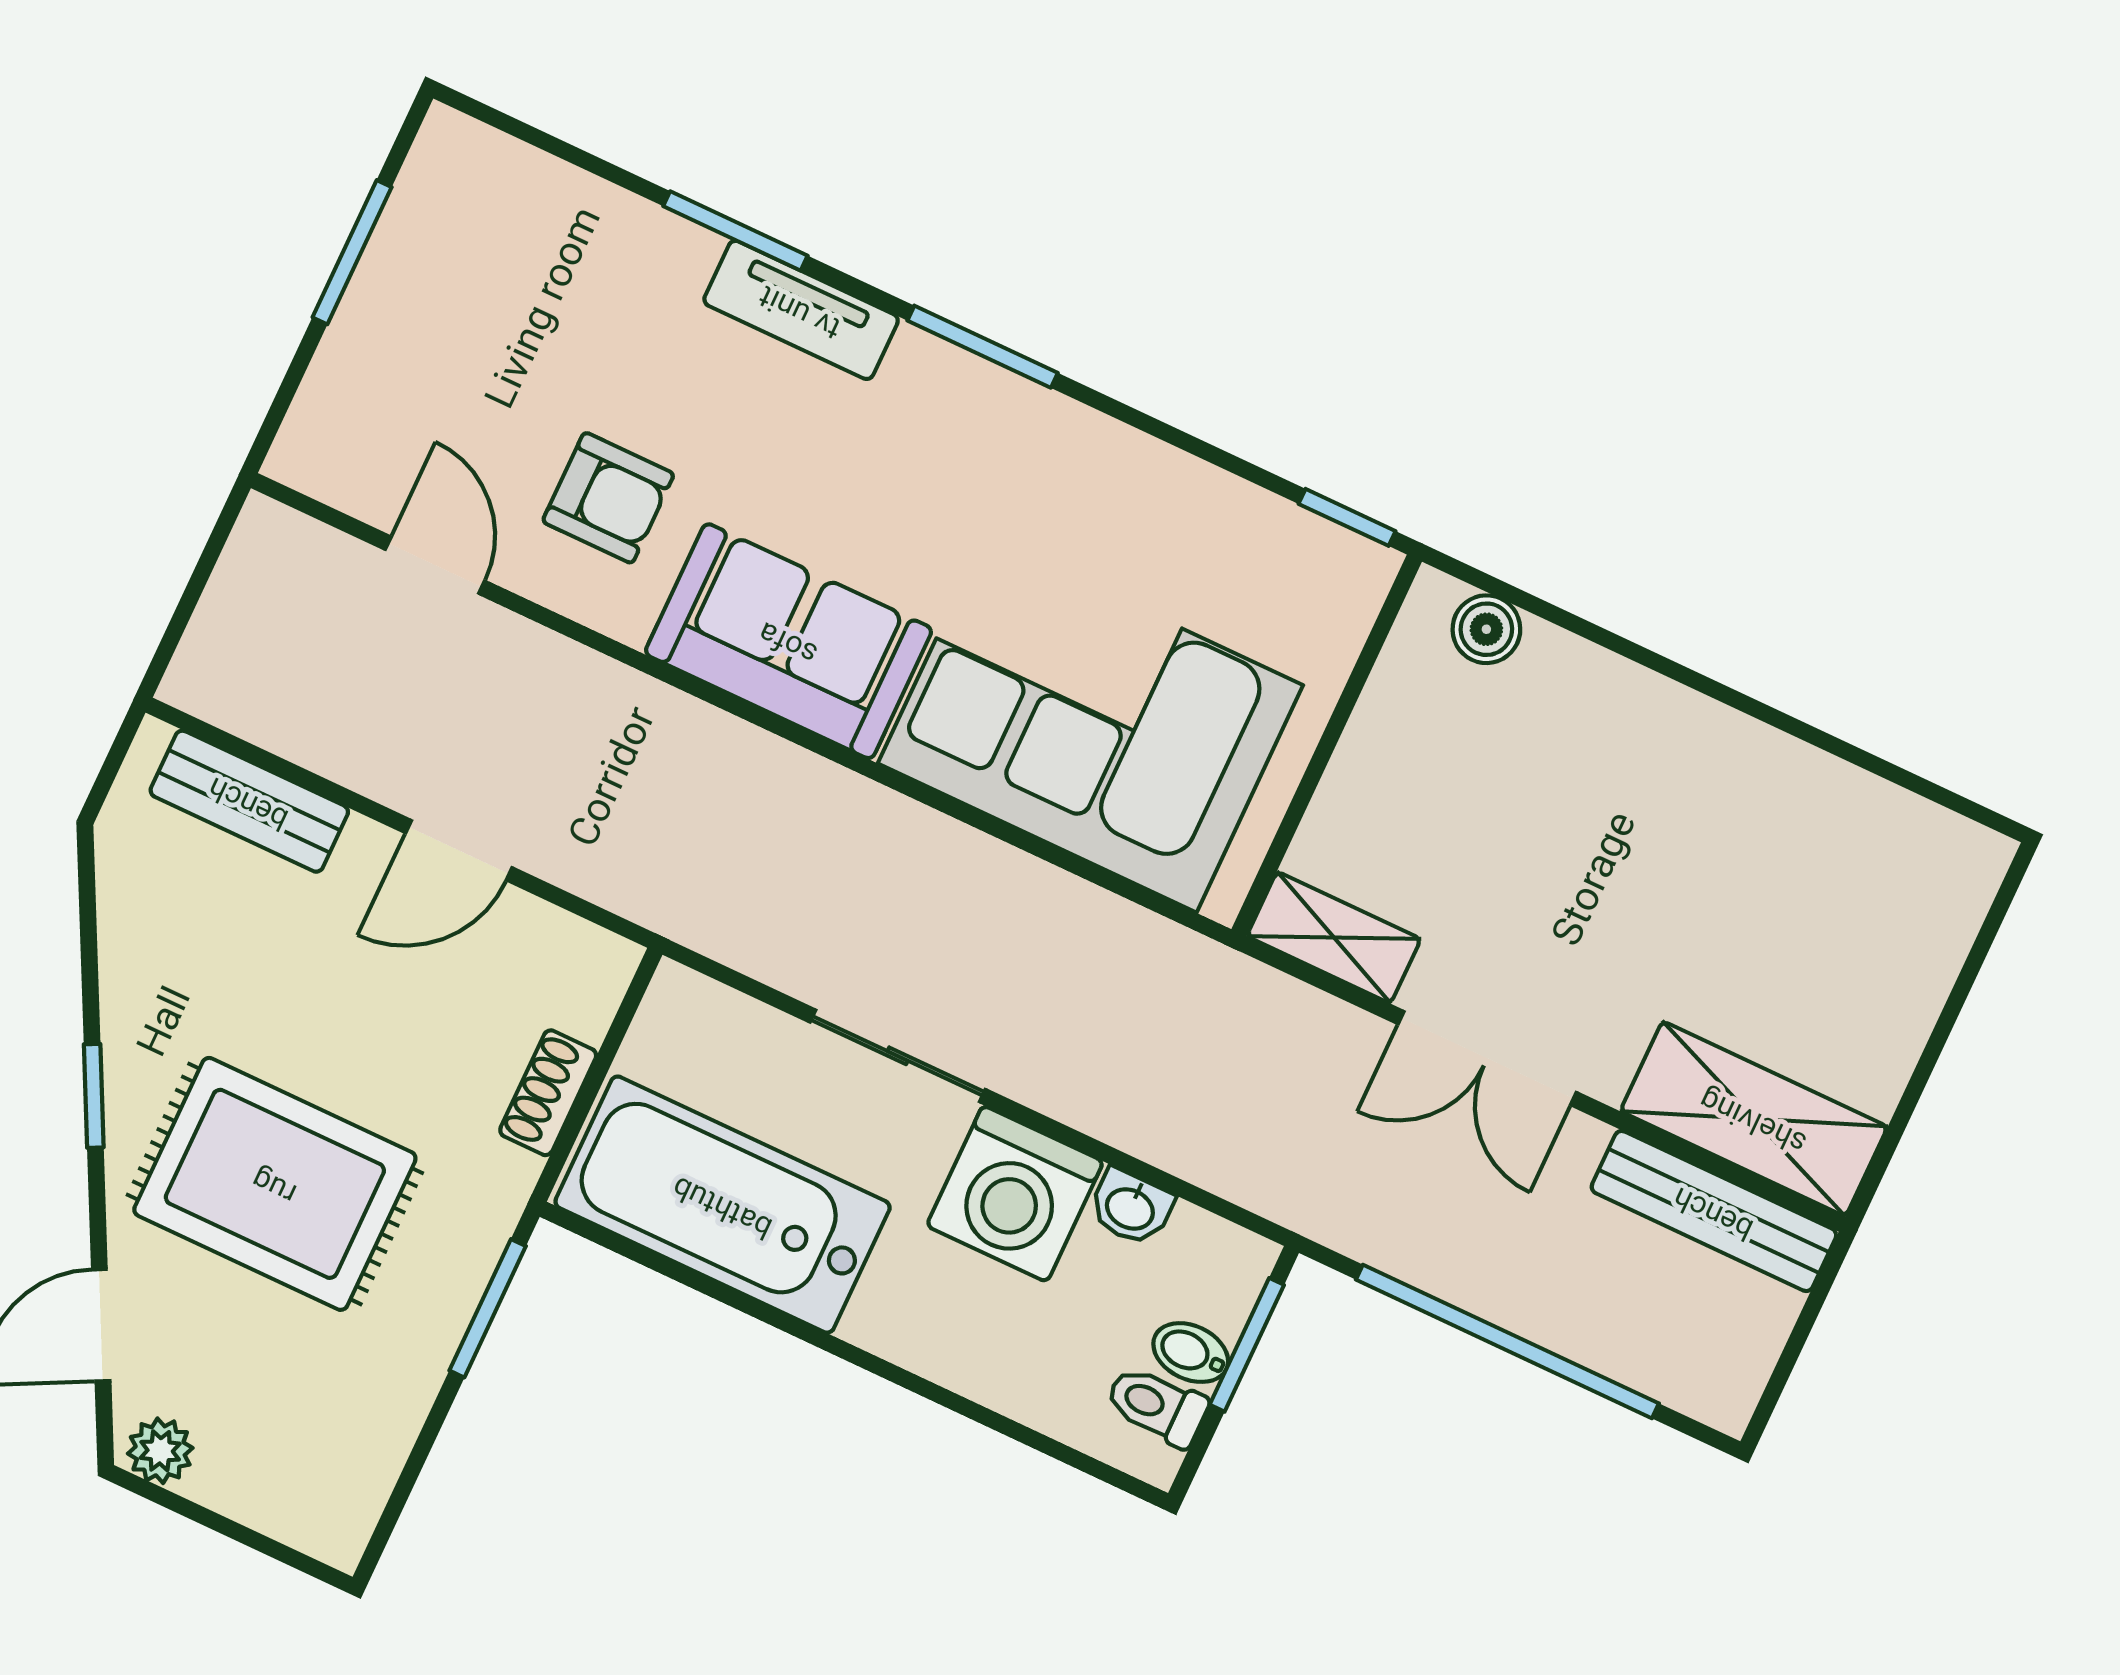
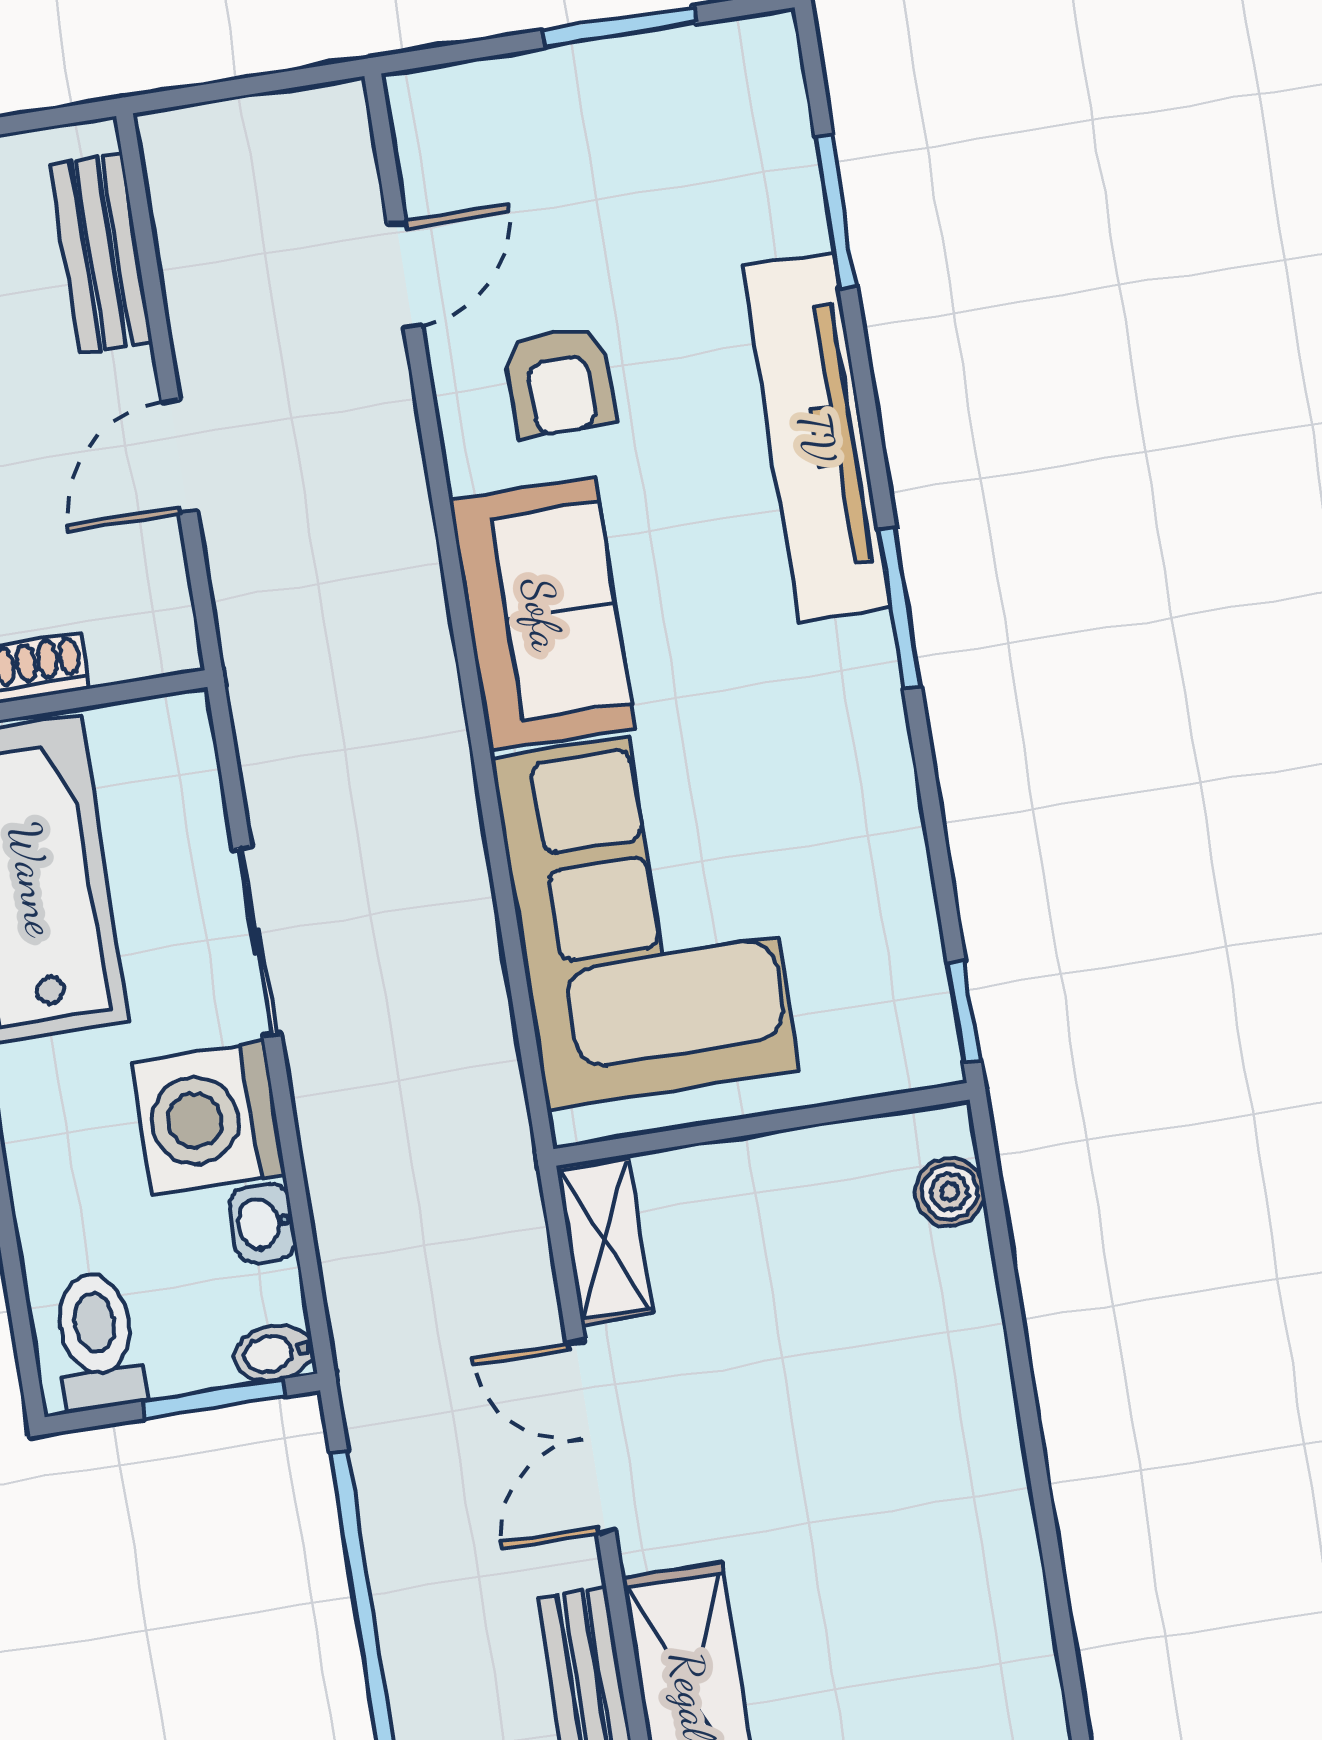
window: (735, 231) -> (836, 211), moved
tv unit: (801, 310) -> (817, 437), width x1.92, depth x1.29
door: (459, 850) -> (179, 457), hinge flipped
bidet: (1191, 1353) -> (274, 1353), moved, turned -90
toilet: (1157, 1406) -> (97, 1341), width x1.37, depth x1.39

